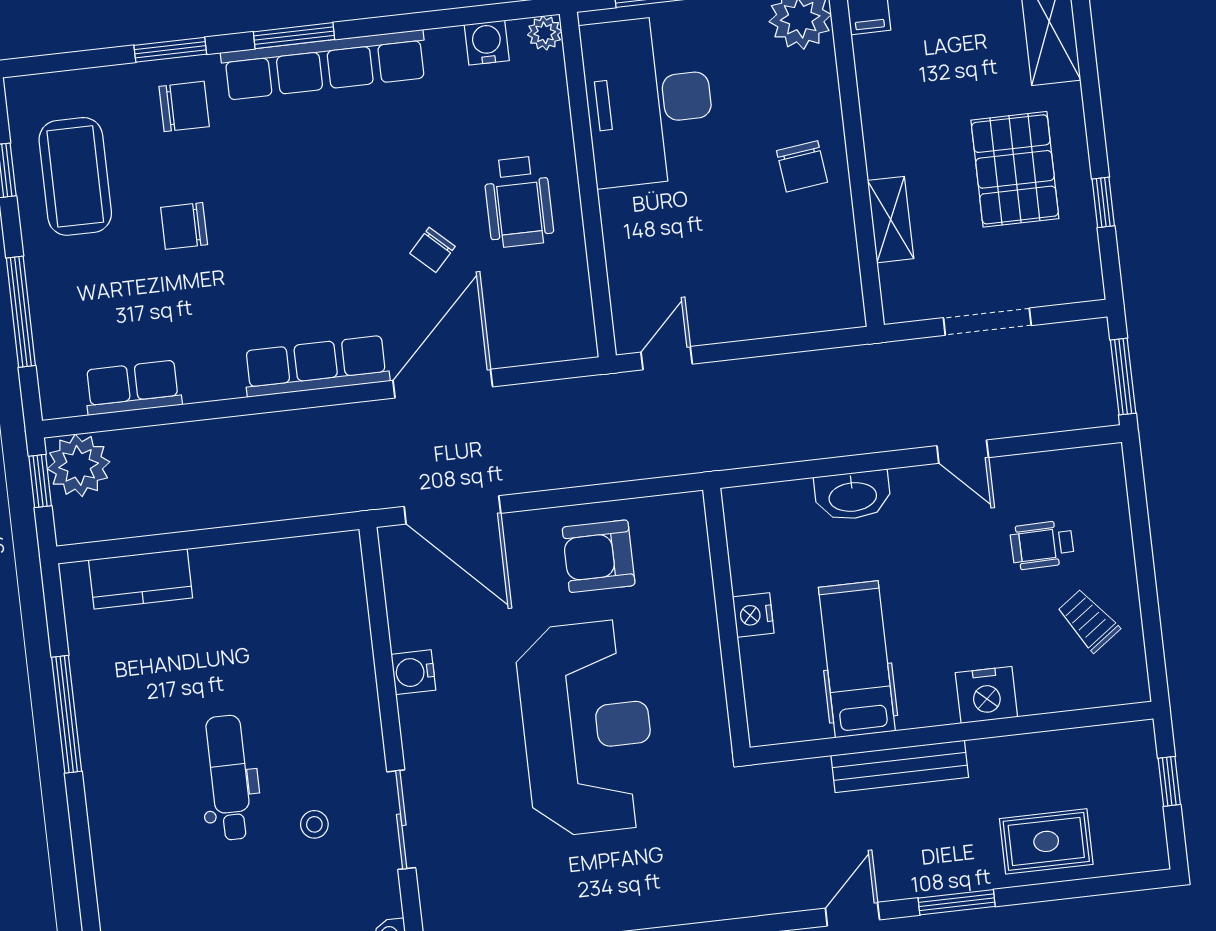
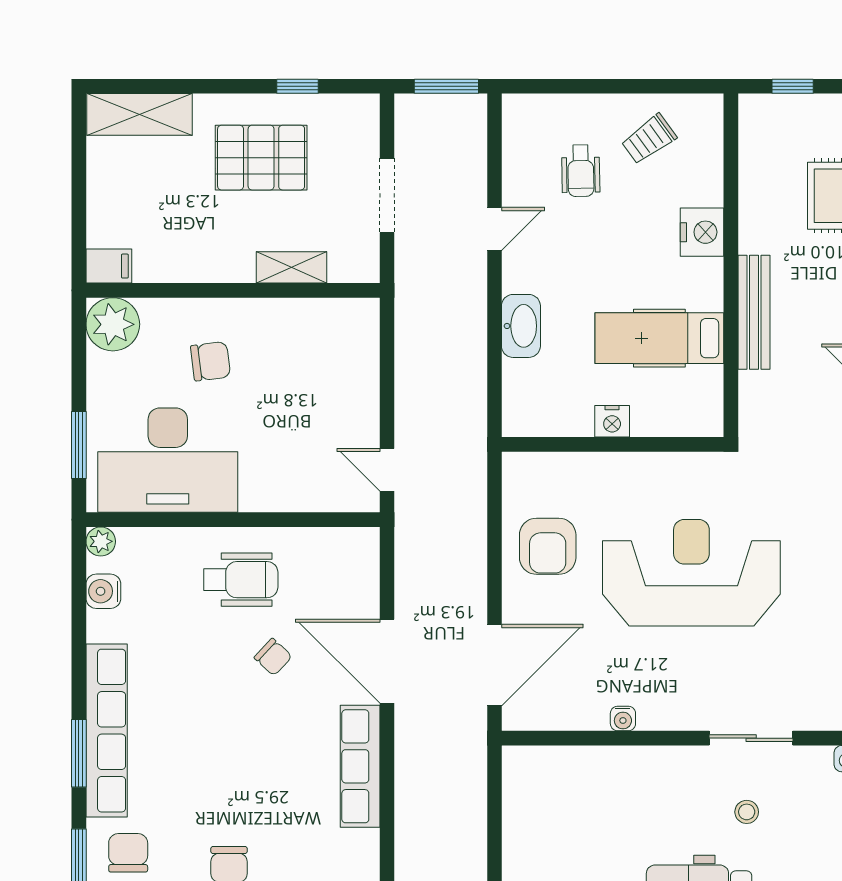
chair: (802, 166) -> (210, 361), moved
water cooler: (413, 672) -> (623, 719), width x0.72, depth x0.72

